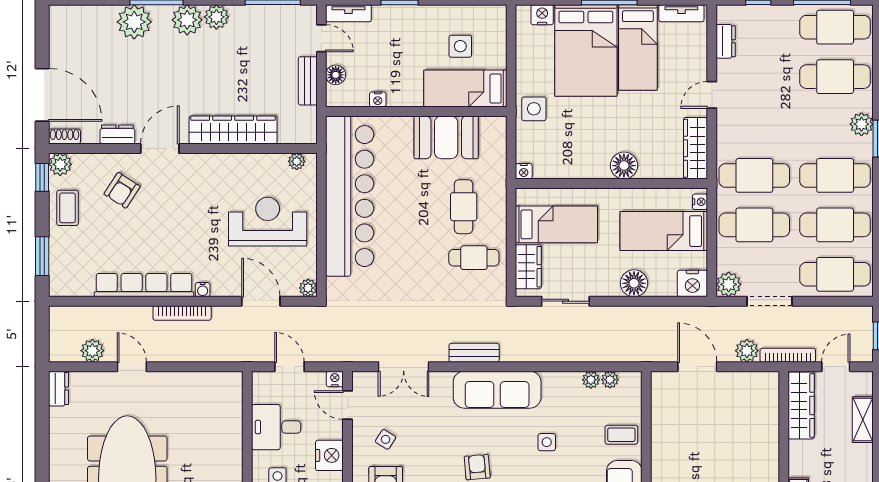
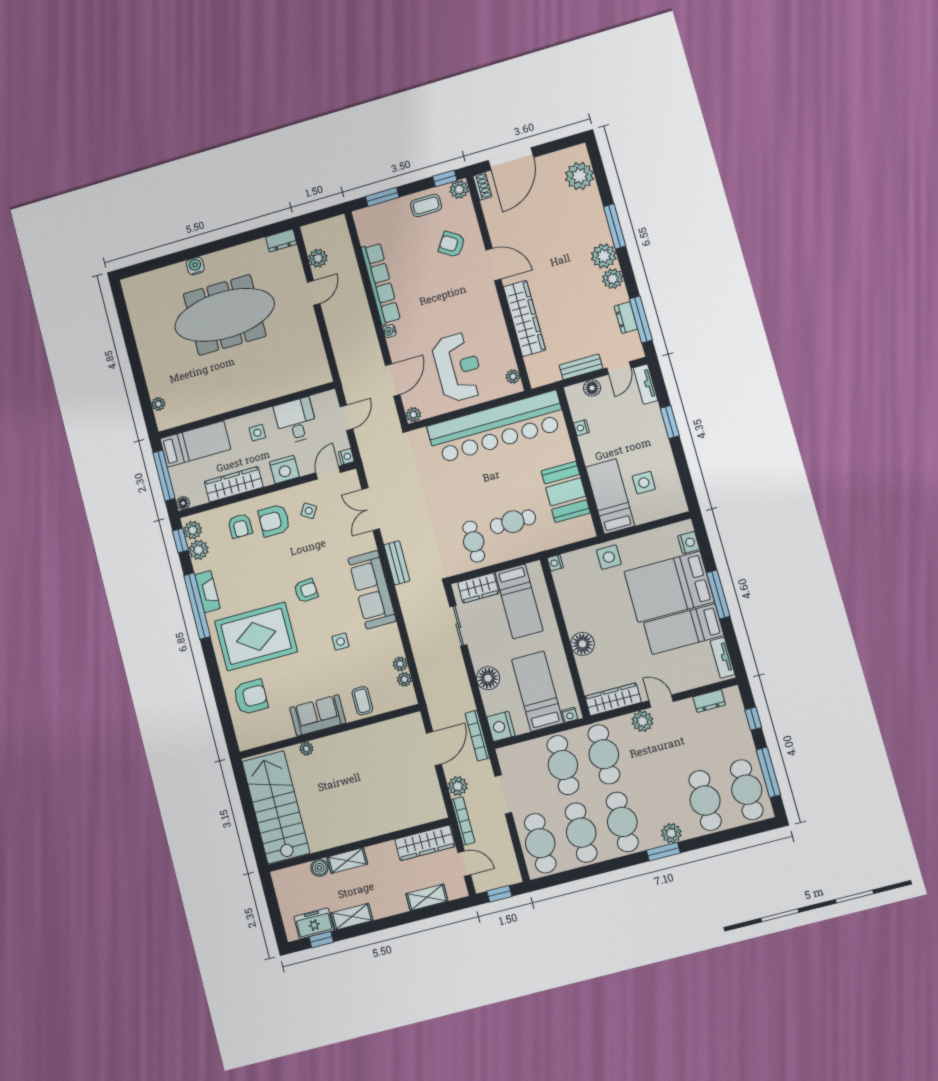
plant: (134, 22) -> (579, 176), moved
dresser: (117, 135) -> (626, 318), moved, turned 180
plant: (729, 284) -> (642, 721), moved
bookcase: (182, 313) -> (477, 736), moved

